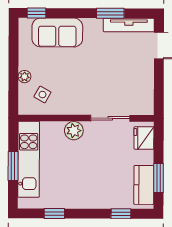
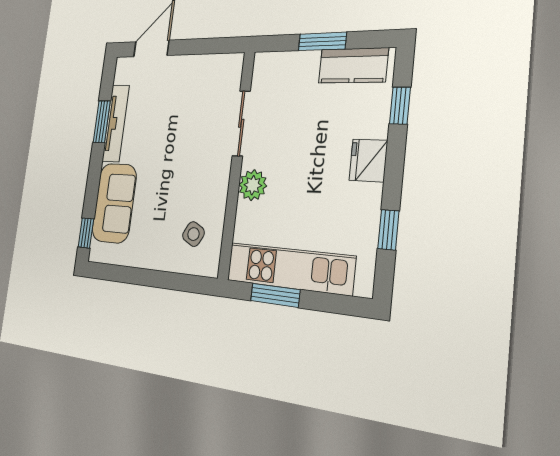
tv unit: (129, 25) -> (116, 123), moved
plant: (24, 77) -> (165, 261), removed
fridge: (144, 138) -> (368, 160), moved, turned 90
window: (13, 166) -> (275, 295), moved
window: (158, 178) -> (322, 41), moved

